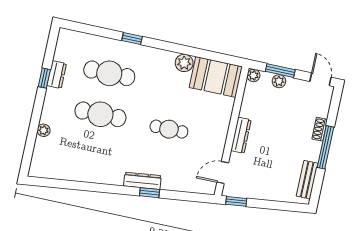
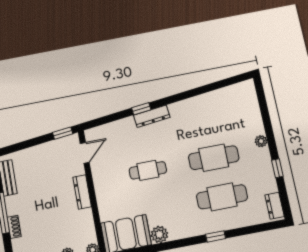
dresser: (57, 75) -> (275, 206), moved
plant: (44, 130) -> (261, 141), moved

